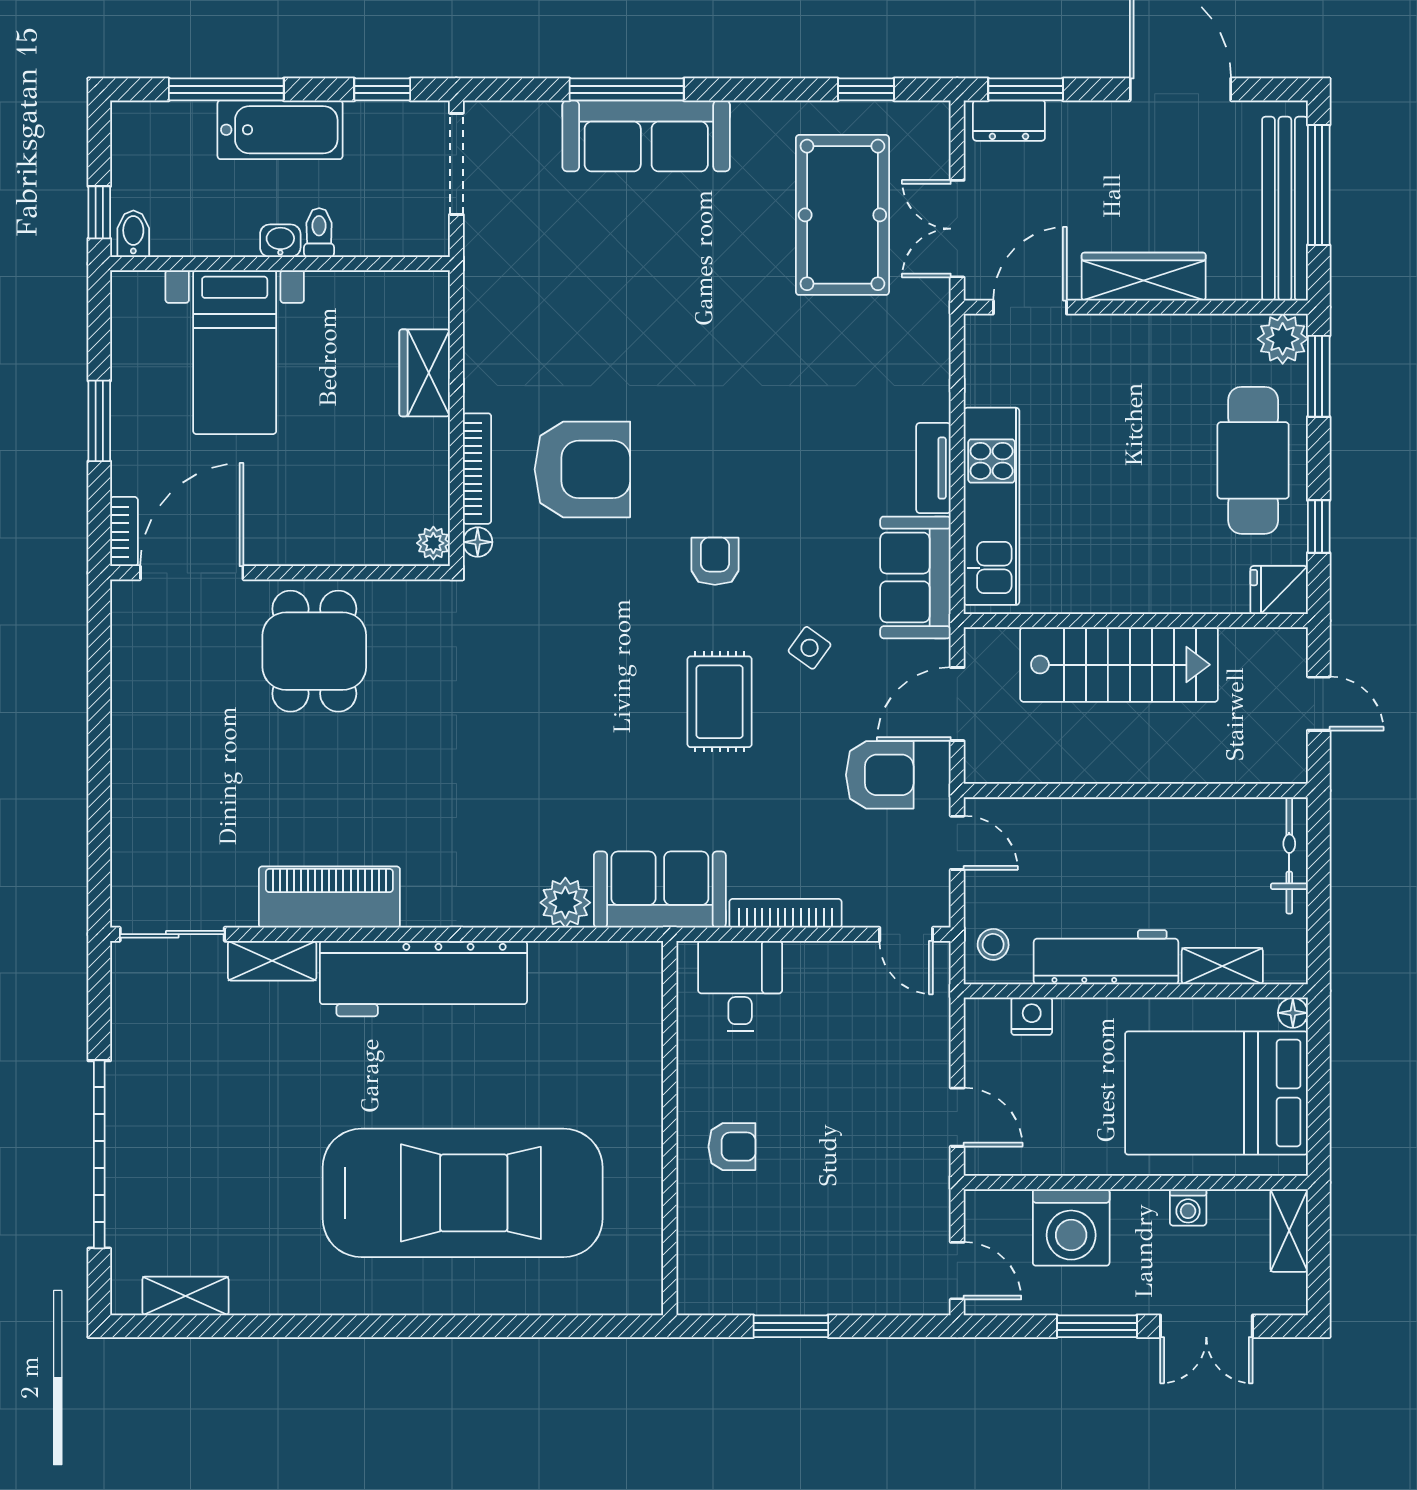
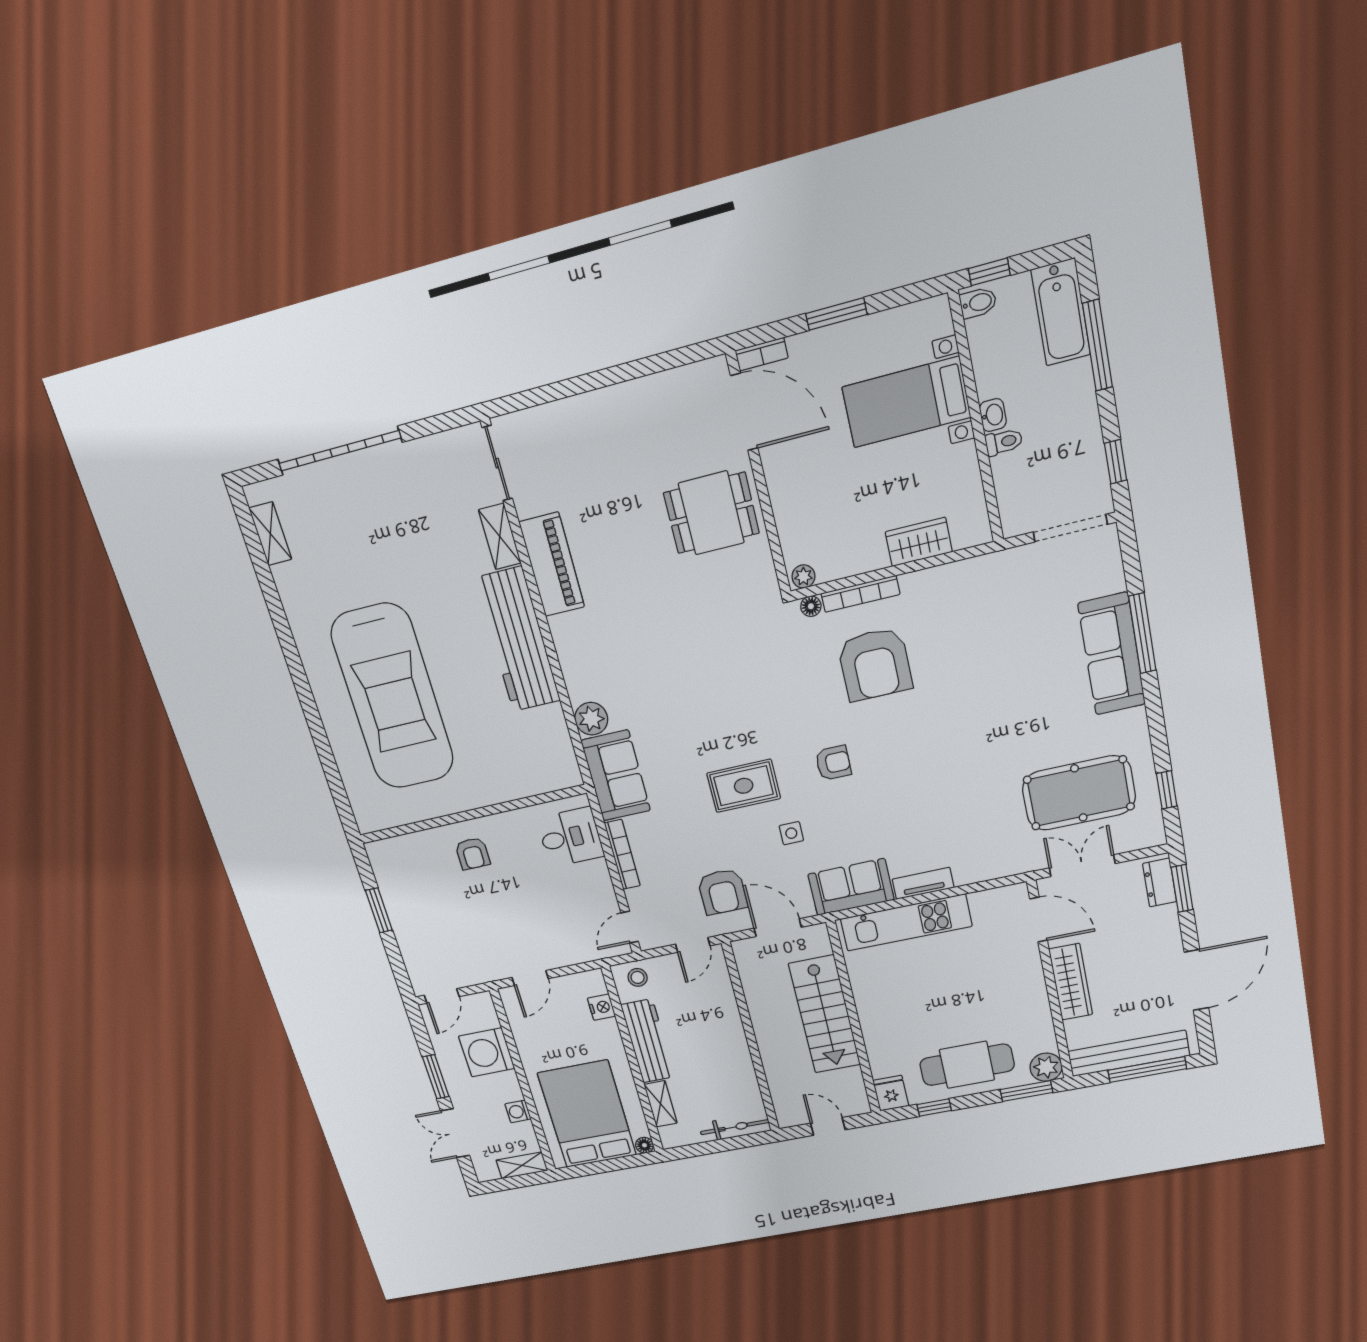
bathtub: (280, 130) -> (1061, 312), moved
side table: (810, 648) -> (791, 833), turned -36
door: (1319, 704) -> (828, 1126), swing flipped

